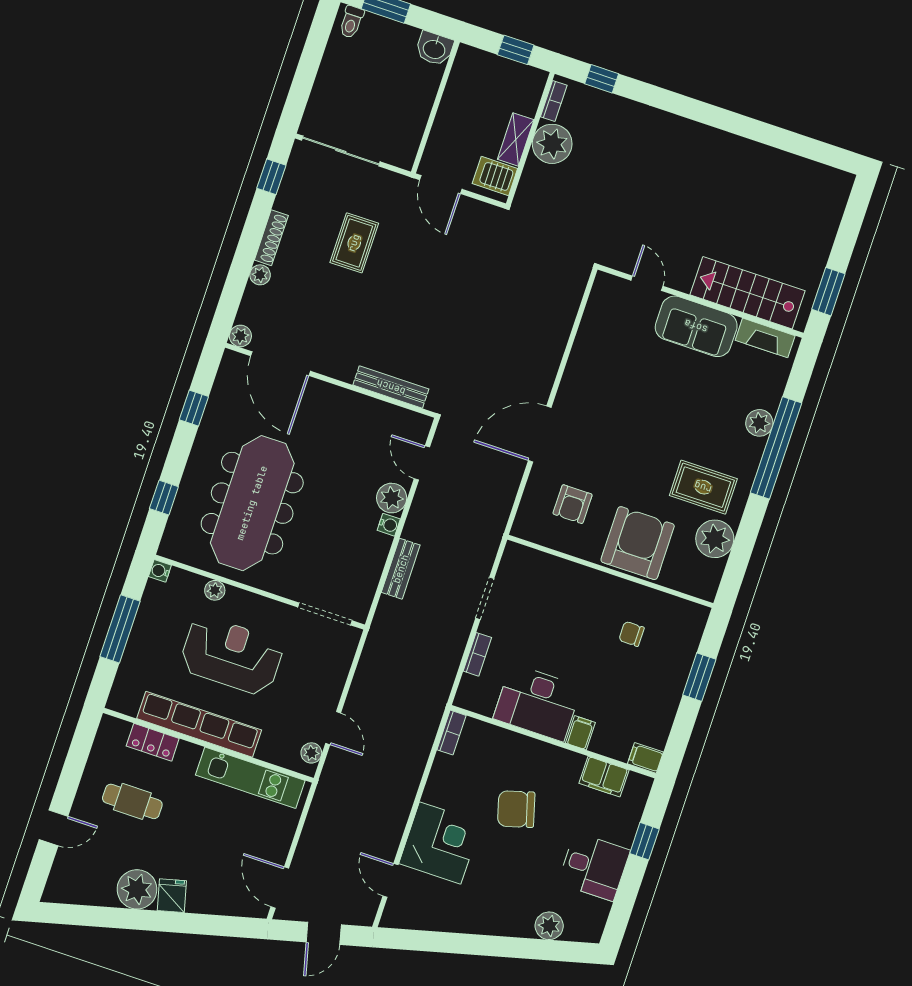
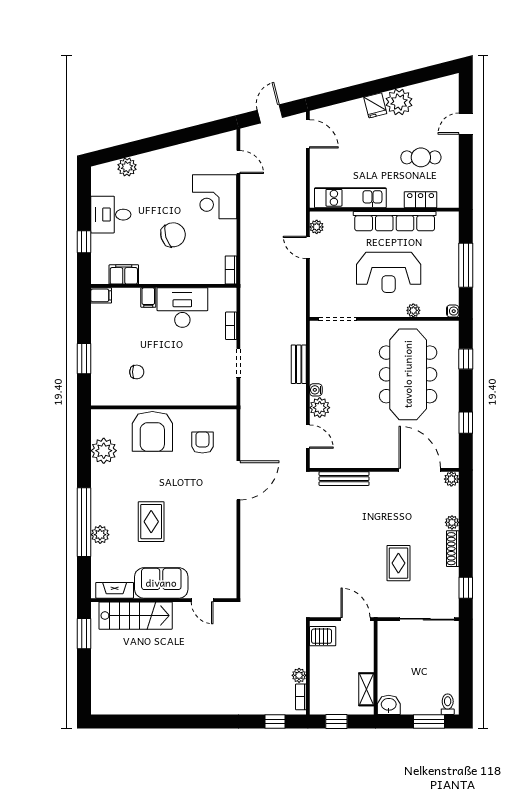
shelving: (516, 140) -> (366, 689), moved
plant: (552, 144) -> (299, 675), width x0.53, depth x0.53
rug: (703, 487) -> (151, 522), moved, turned 90

